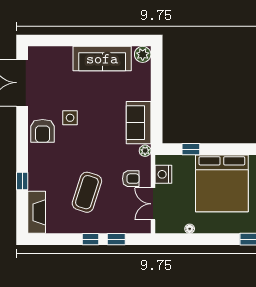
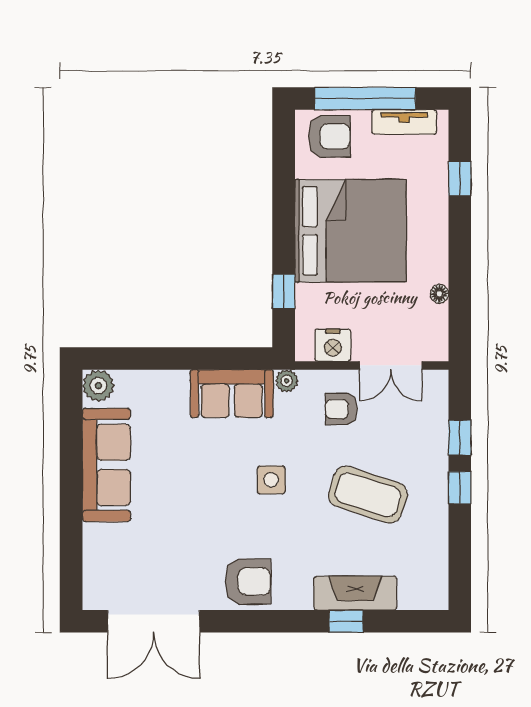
side table: (70, 118) -> (271, 480), moved
armchair: (131, 179) -> (341, 409), turned -90
fireplace: (37, 212) -> (355, 593), moved

